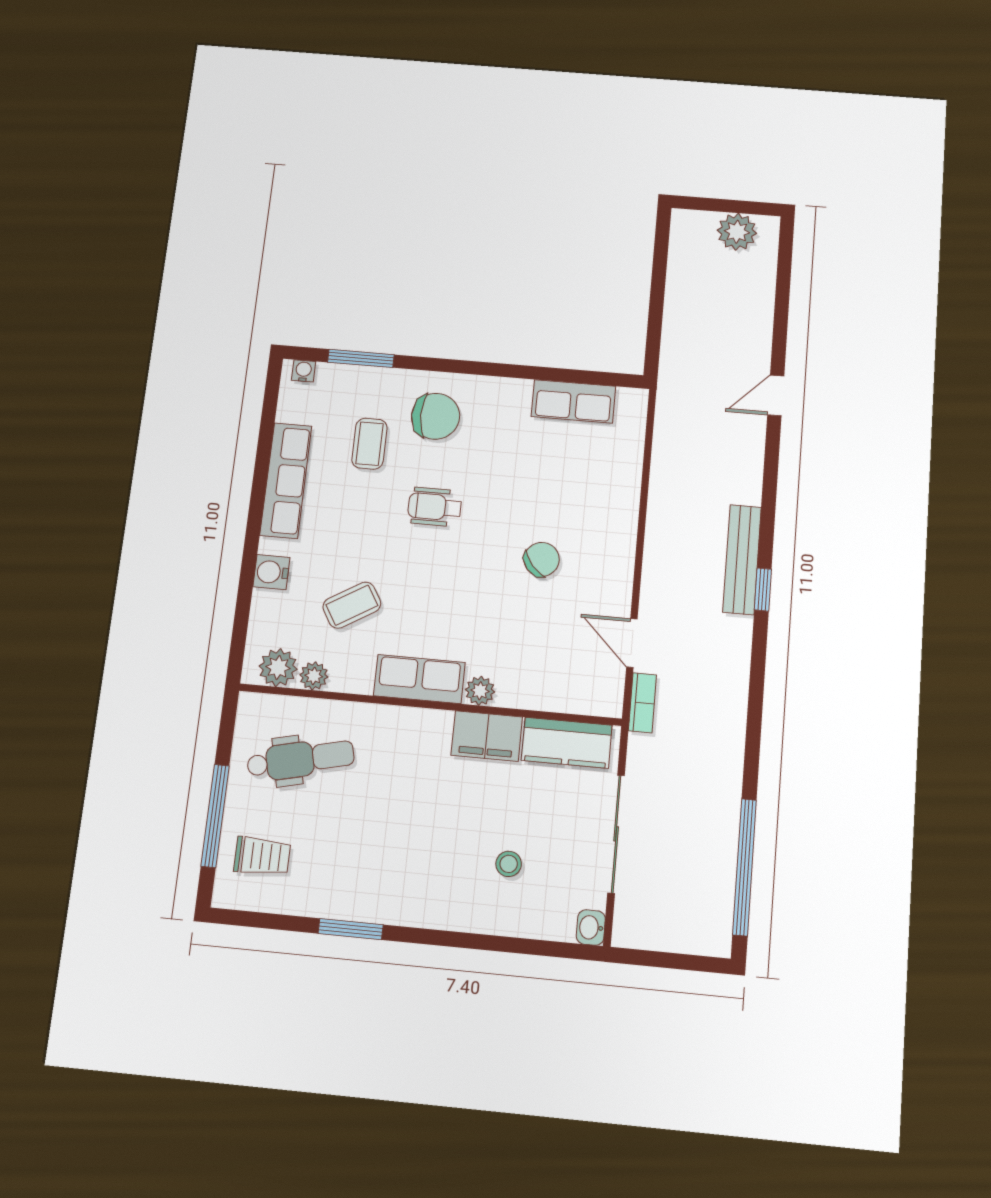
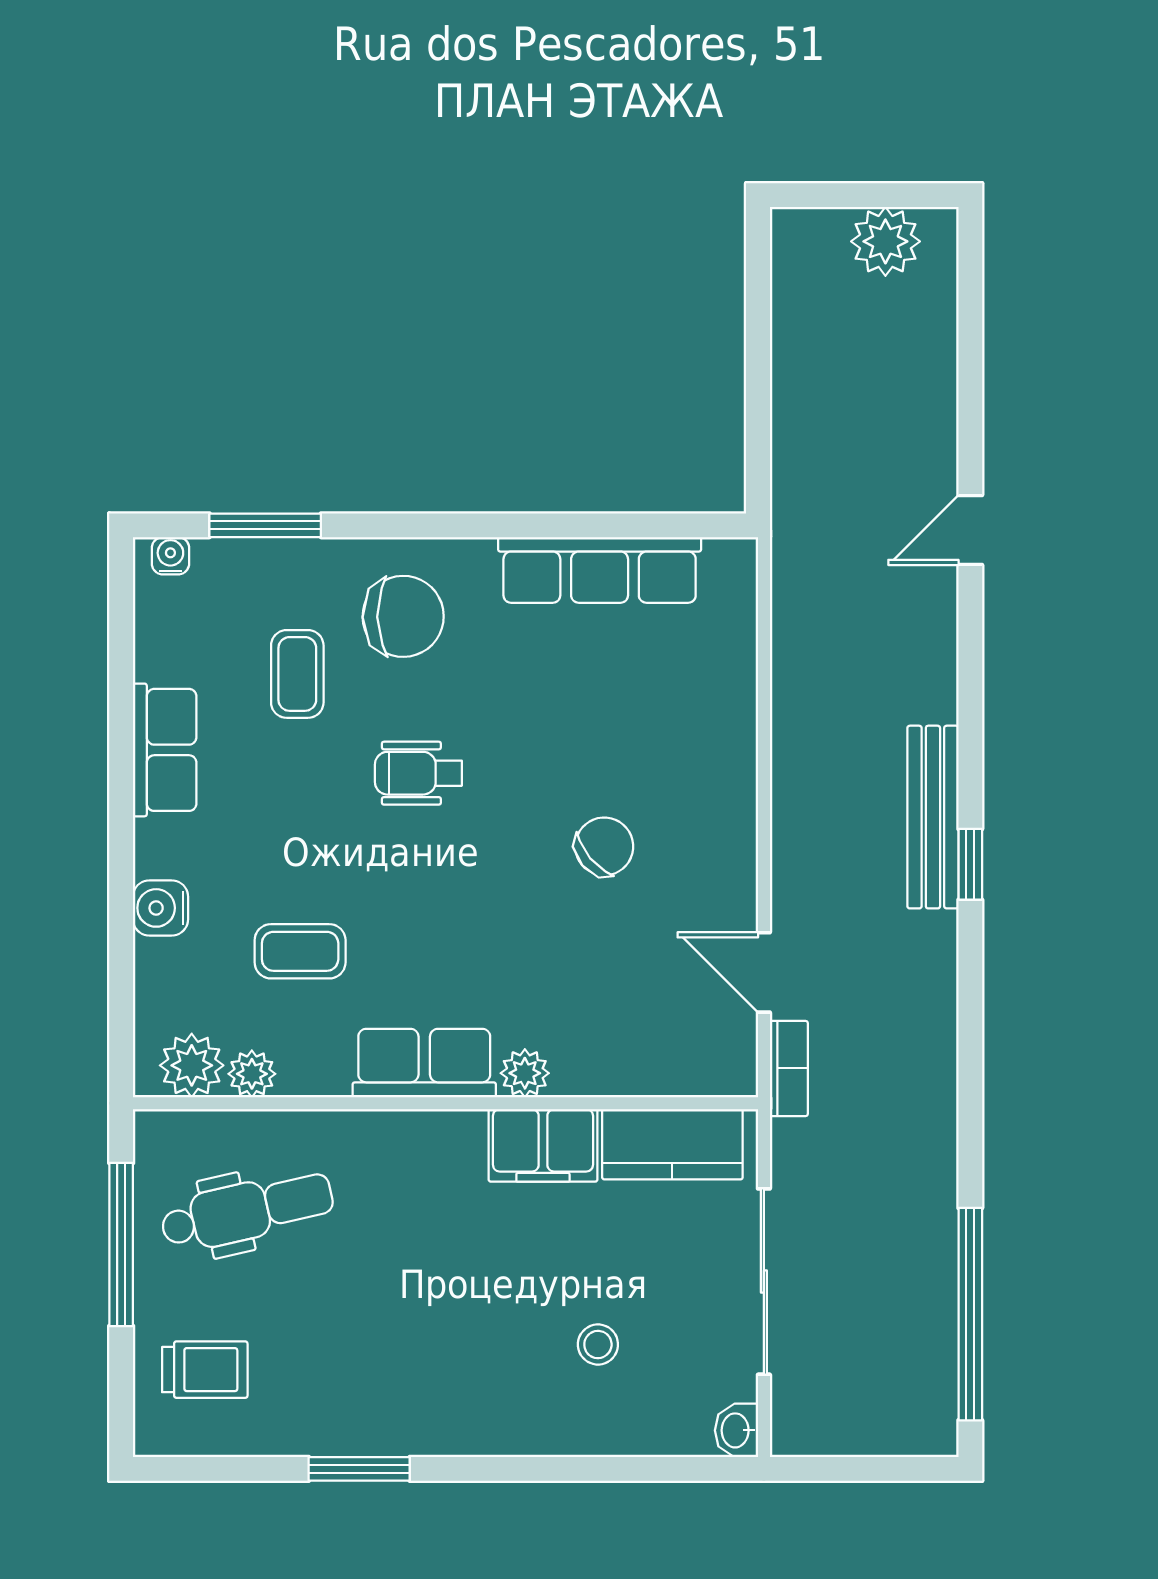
row of seats: (573, 401) -> (600, 570), width x1.48
row of seats: (286, 480) -> (165, 750), width x0.68
coffee table: (352, 605) -> (300, 951), turned 31
window: (215, 816) -> (121, 1244), moved

